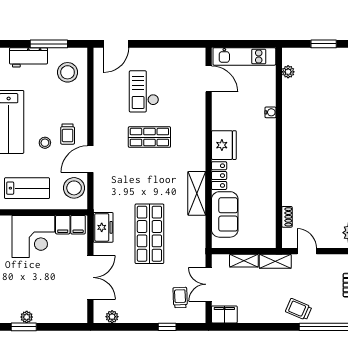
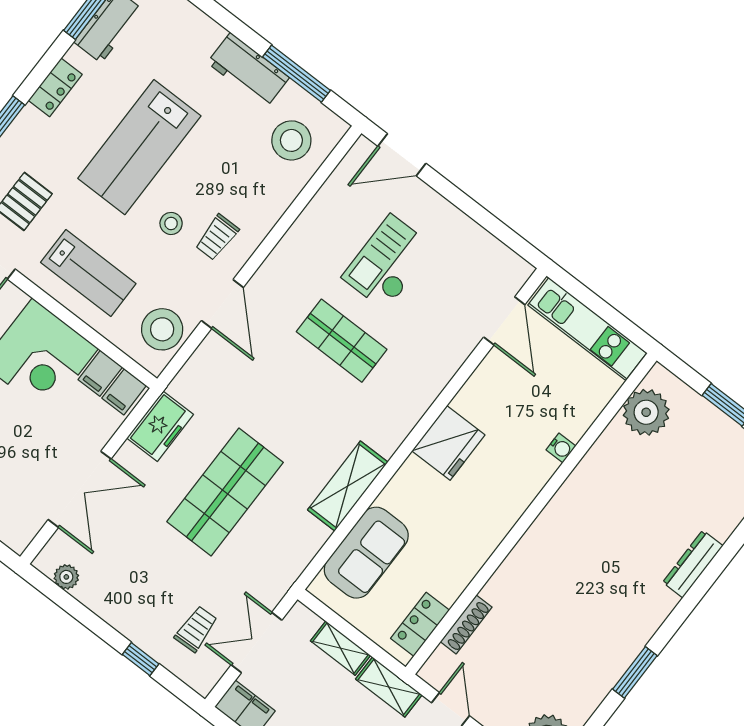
plant: (288, 72) -> (646, 412), width x1.88, depth x1.88
door: (90, 159) -> (222, 304), swing flipped
locker: (219, 176) -> (420, 624), moved, turned 180
shoe rack: (287, 217) -> (466, 624), width x1.43

